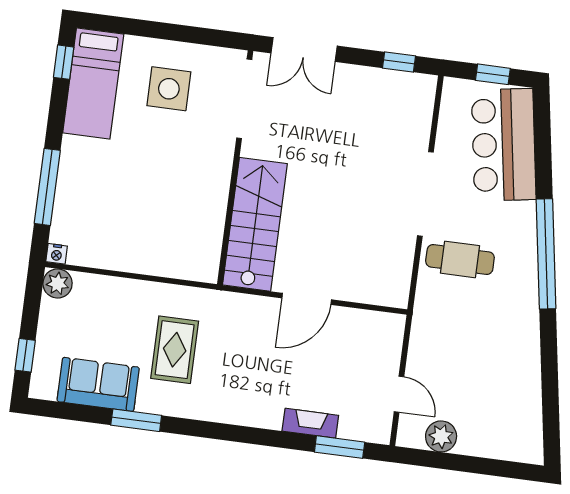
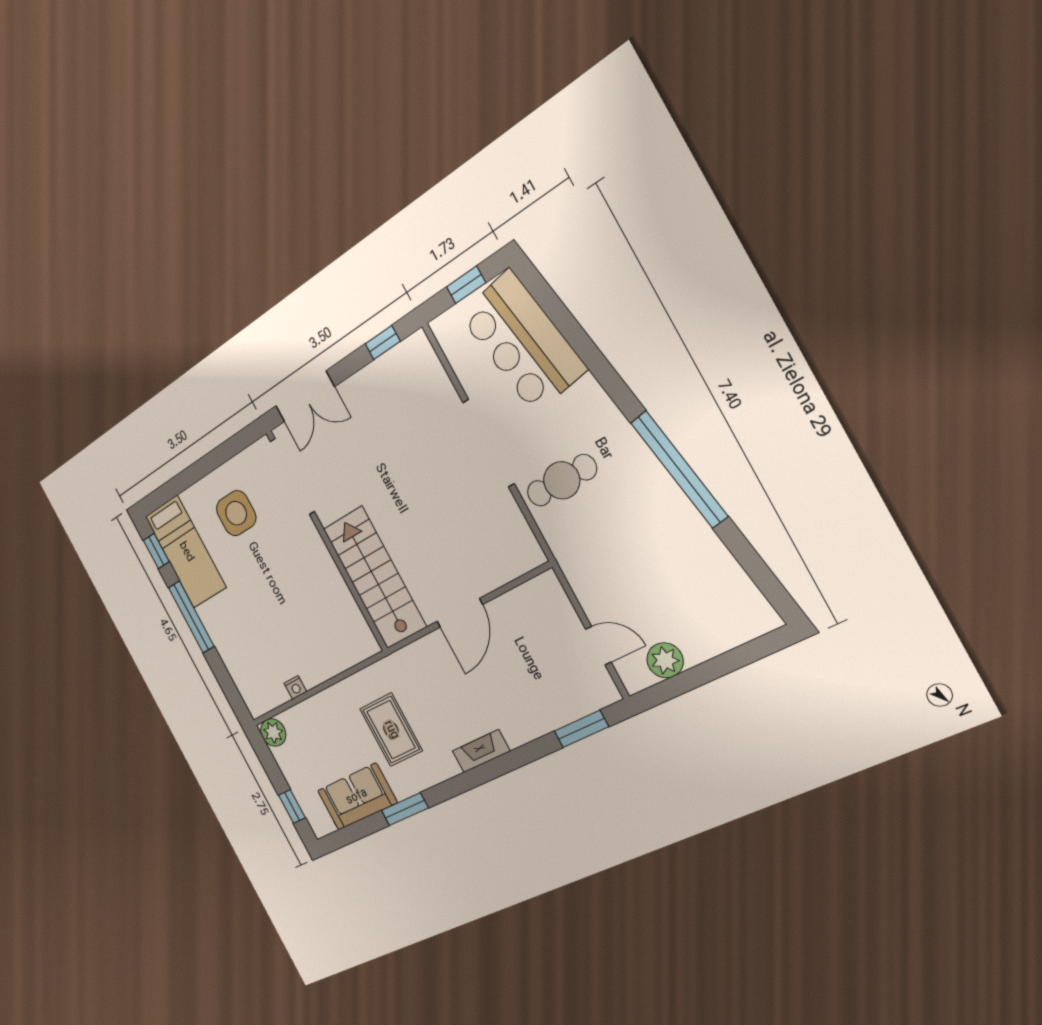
window: (47, 187) -> (191, 617), moved
nightstand: (57, 254) -> (295, 687), moved
window: (546, 254) -> (679, 469), moved
fireplace: (310, 423) -> (481, 751), moved

